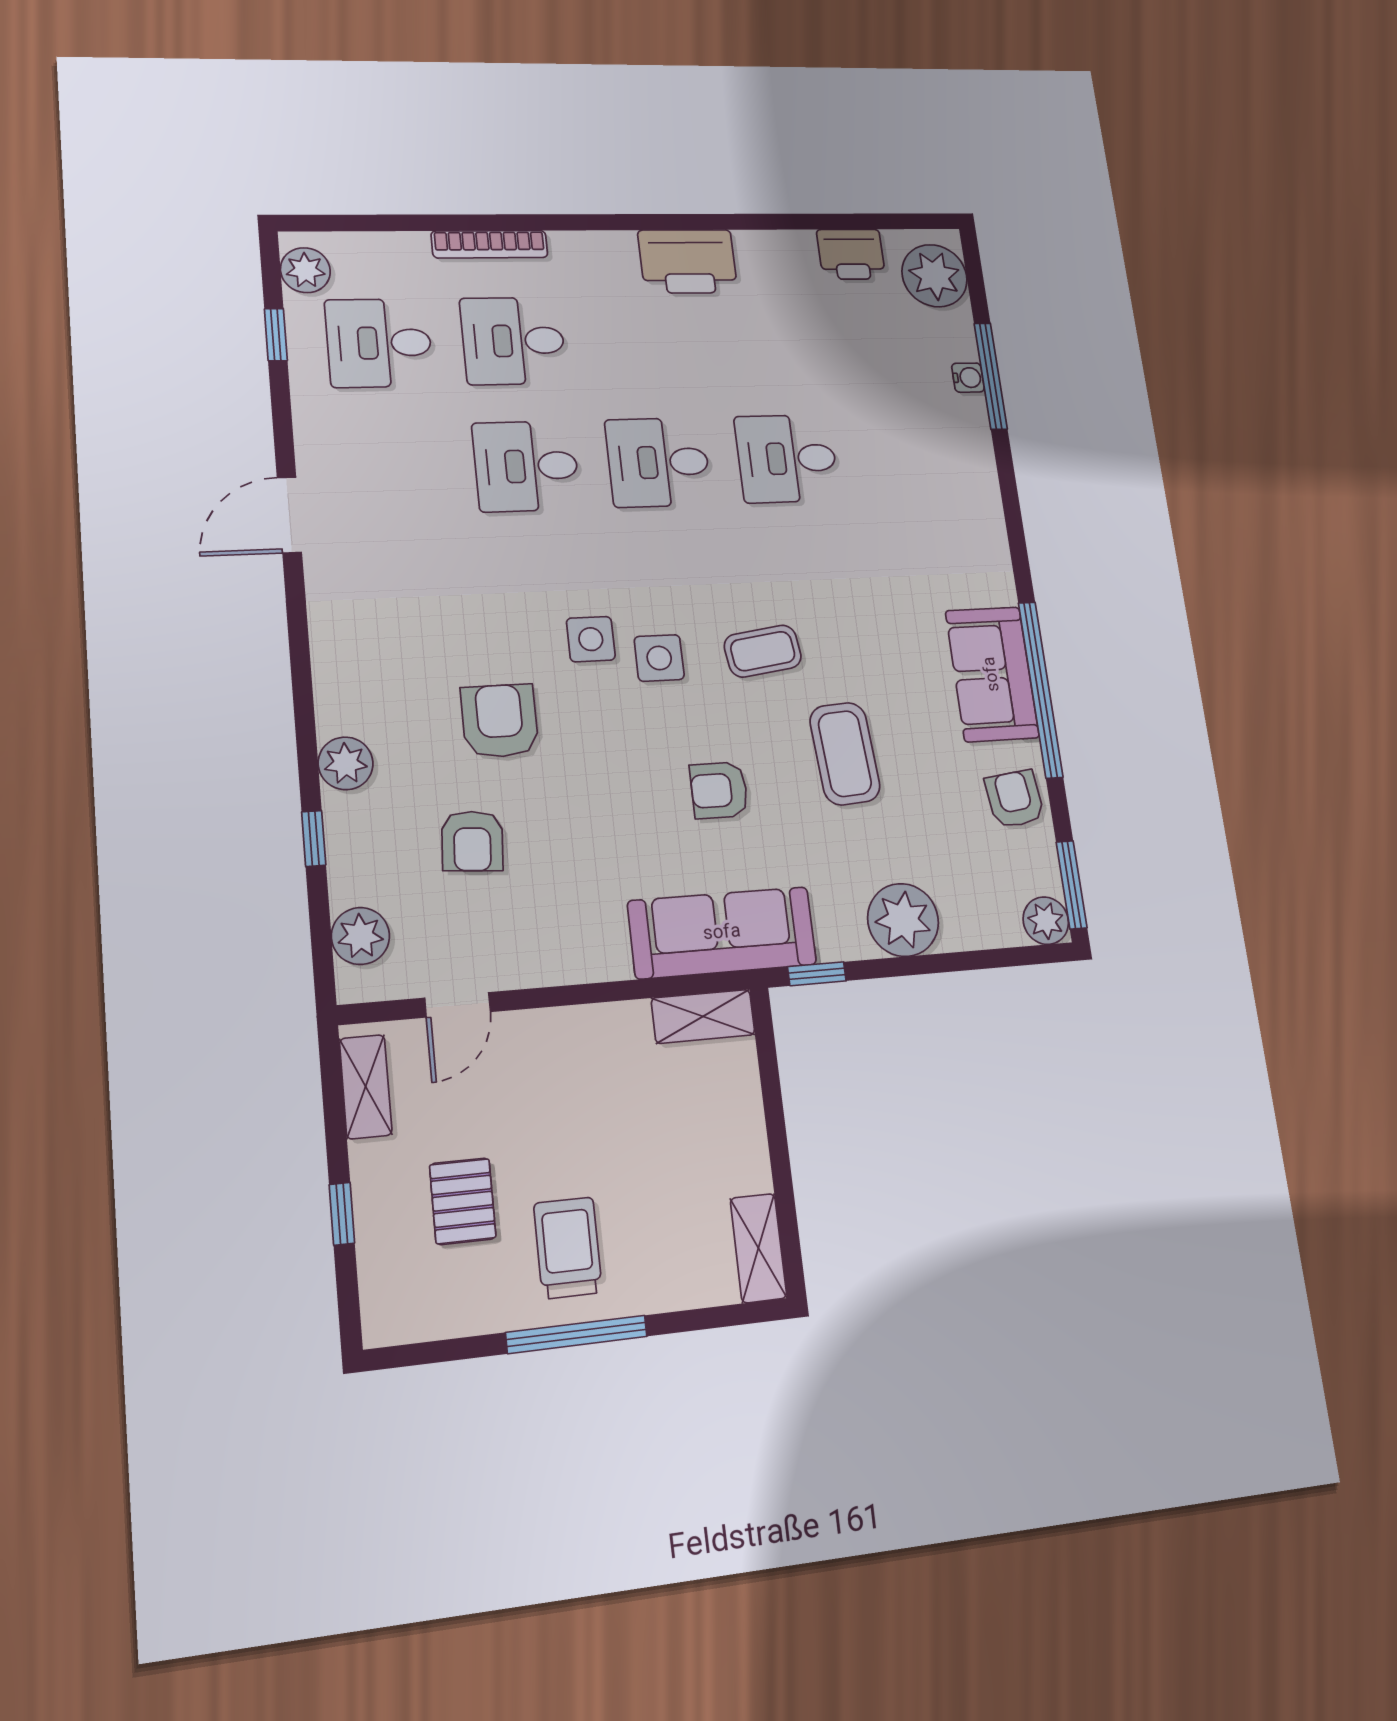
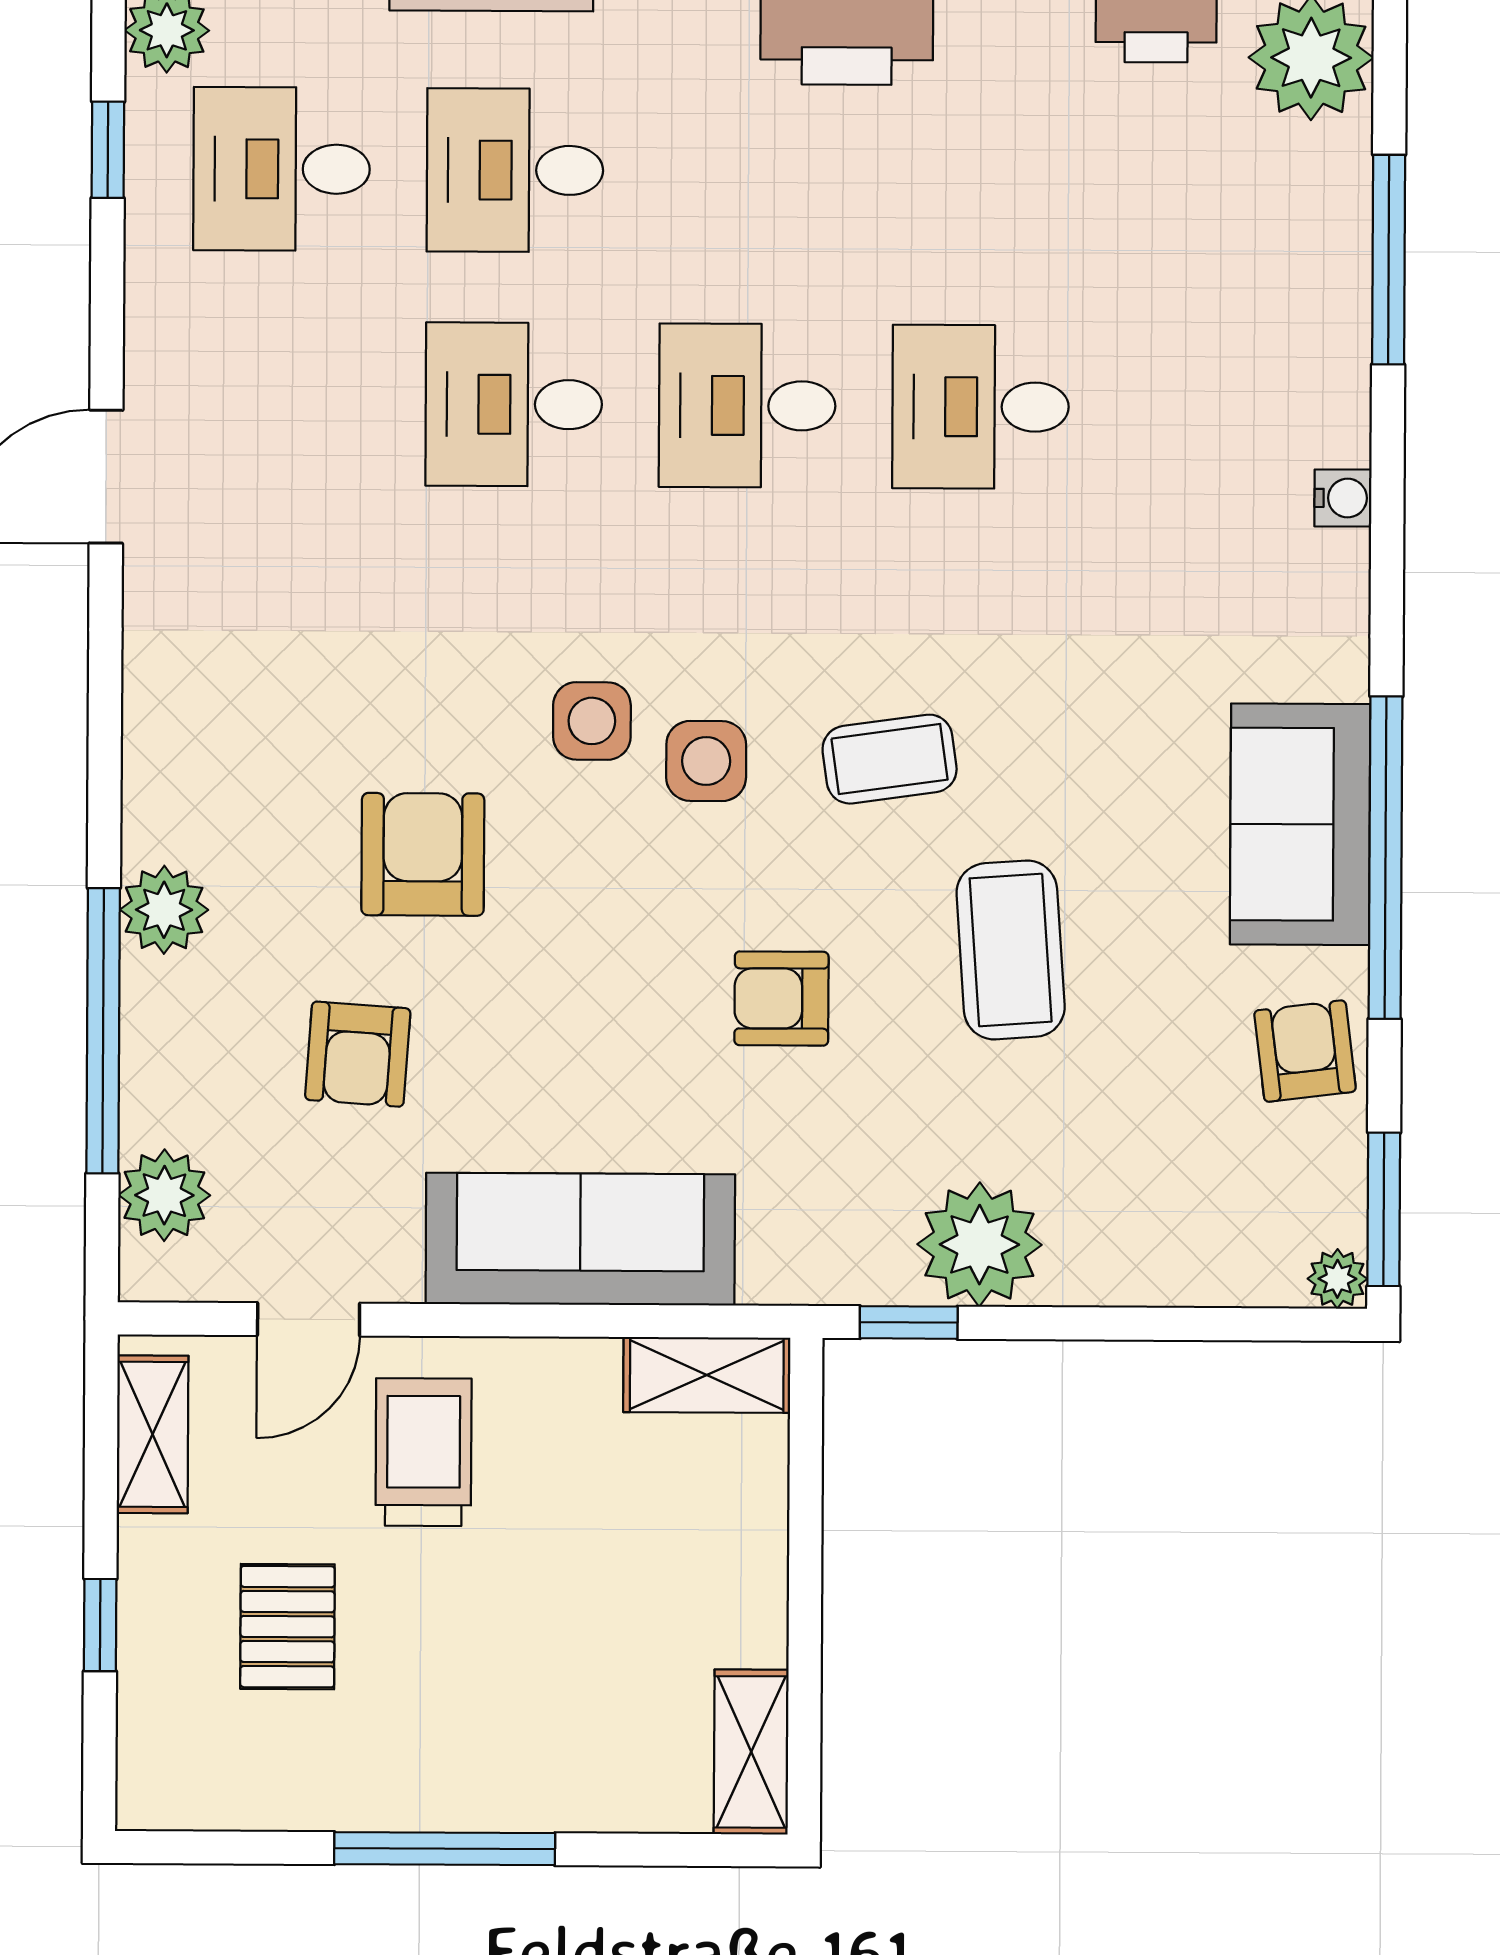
water cooler: (968, 378) -> (1343, 498), moved
window: (314, 838) -> (103, 1031), width x3.17
plant: (903, 920) -> (979, 1245), moved
plant: (1046, 921) -> (1337, 1279), width x0.73, depth x0.73
sofa: (722, 933) -> (580, 1239), moved
trolley: (568, 1248) -> (423, 1452), moved

